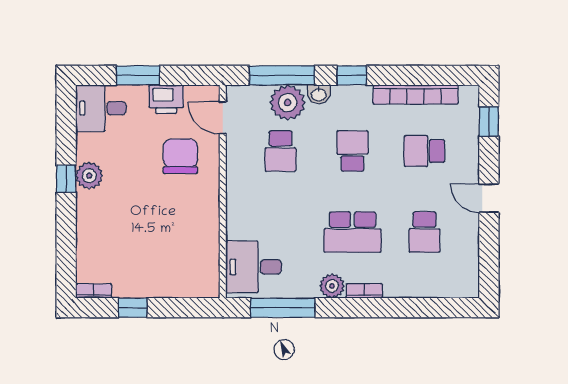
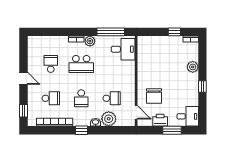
window: (282, 75) -> (111, 130), removed
school desk: (281, 151) -> (112, 98), turned 90
plant: (89, 176) -> (193, 67), moved
school desk: (352, 232) -> (81, 64), turned 180

